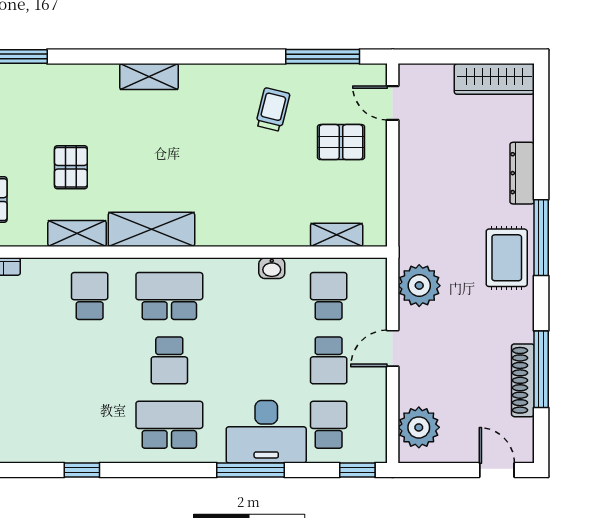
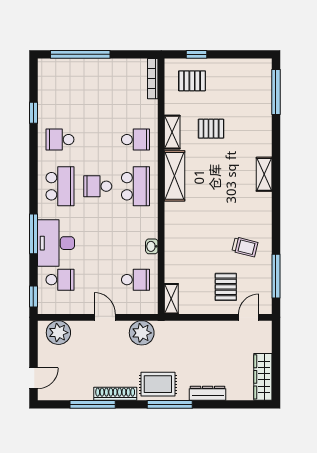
shelving: (337, 235) -> (171, 299), moved
school desk: (329, 360) -> (60, 140), moved
shoe rack: (523, 380) -> (115, 394), moved
window: (82, 470) -> (33, 113), moved

